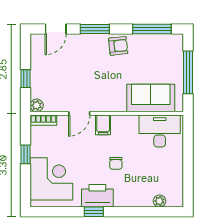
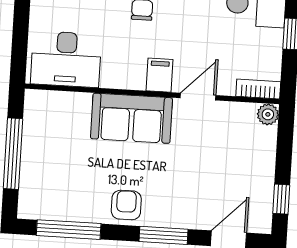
armchair: (118, 46) -> (126, 205), turned 96
window: (25, 79) -> (281, 199), moved
sofa: (151, 98) -> (131, 118), moved

